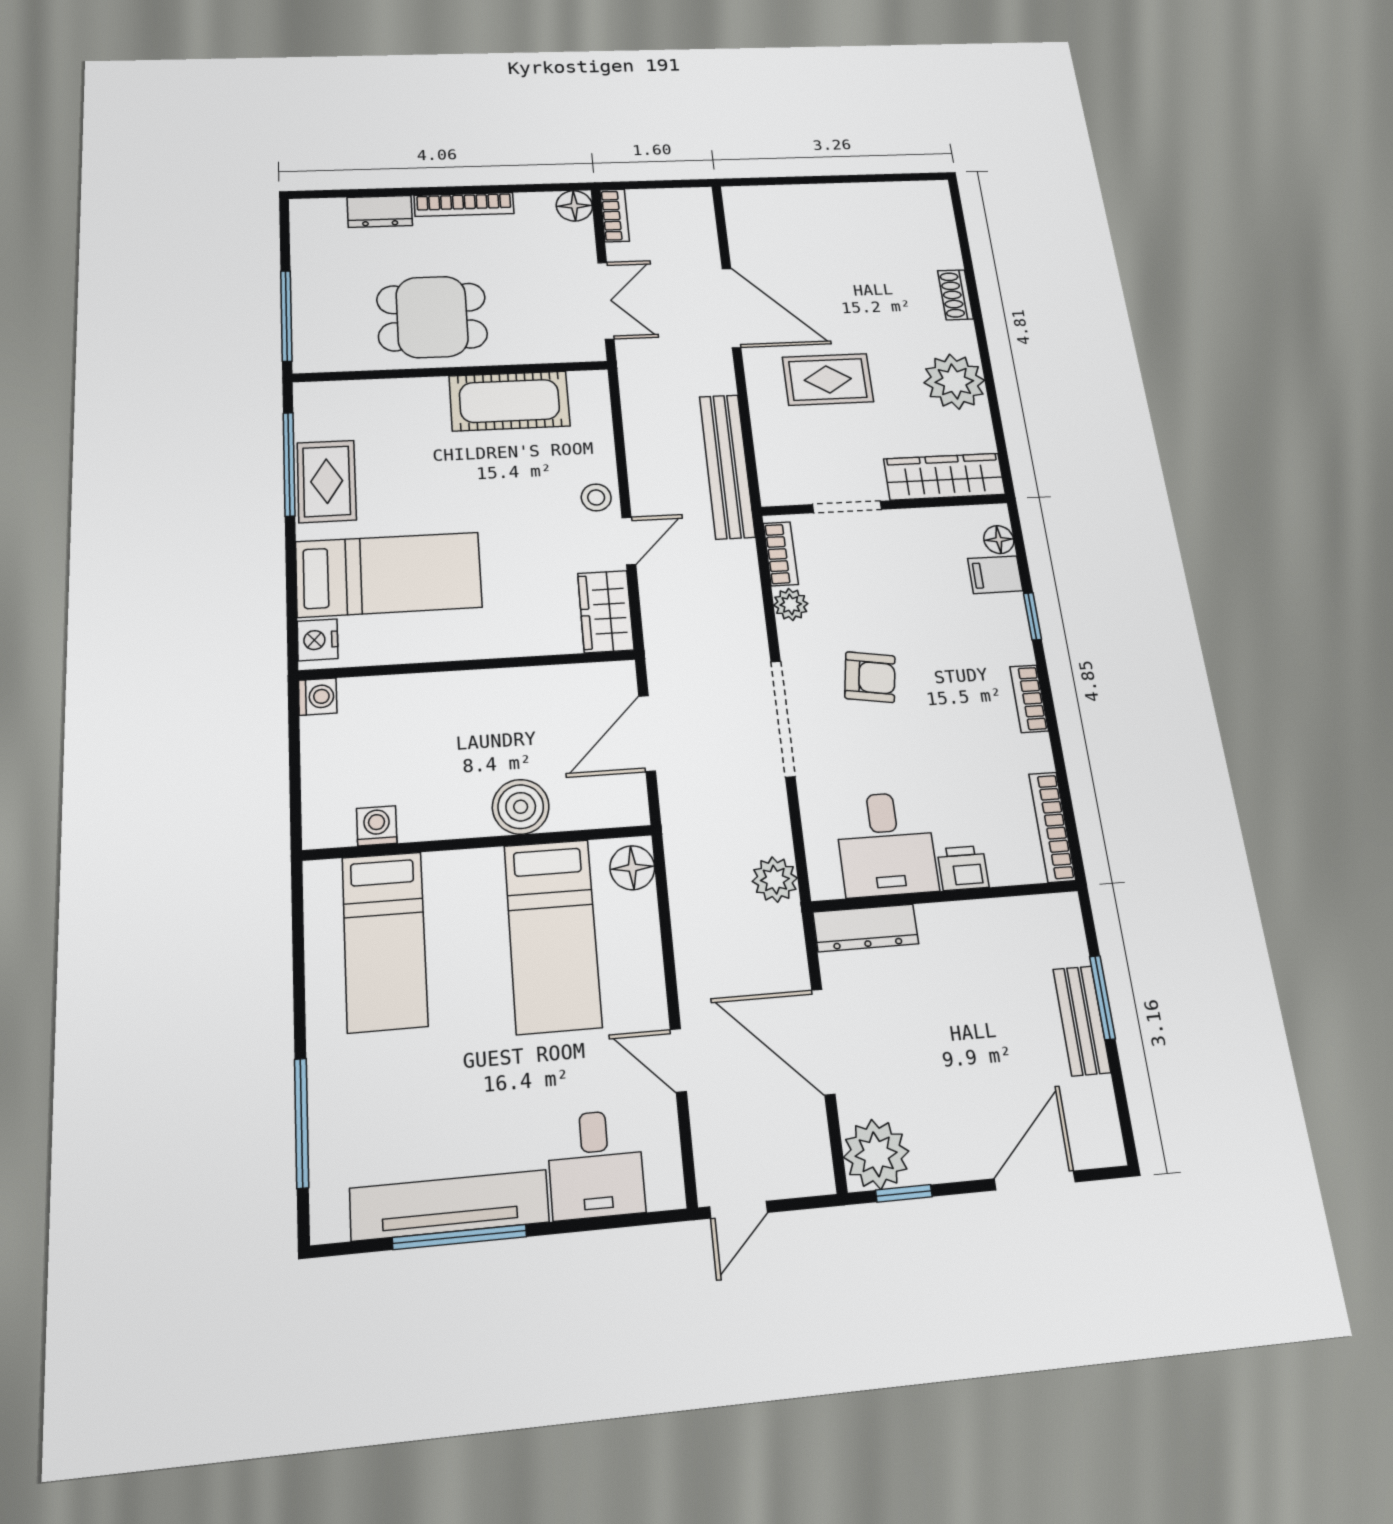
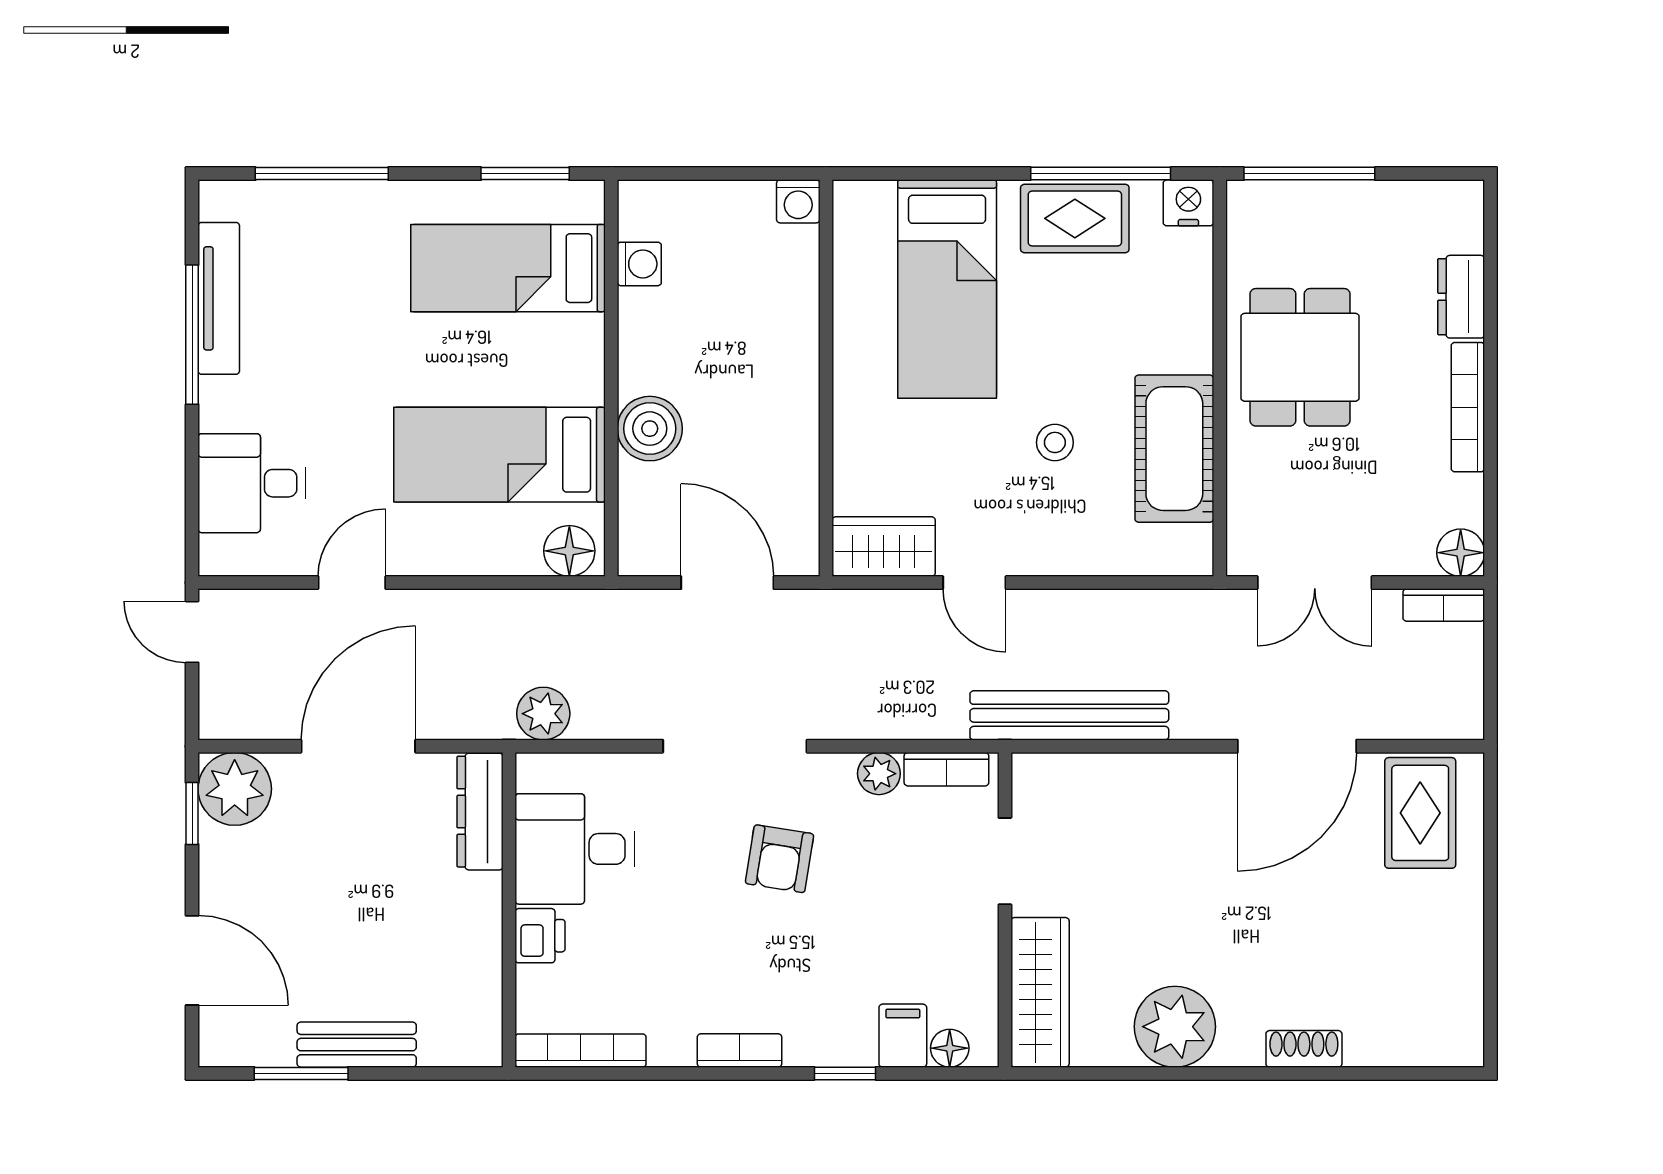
rug: (828, 379) -> (1420, 813), moved
stool: (596, 497) -> (1055, 442), moved
nightstand: (318, 640) -> (1188, 203), moved
window: (298, 932) -> (525, 174), added
window: (1102, 997) -> (301, 1073), moved
tv unit: (450, 1205) -> (219, 298), width x0.73, depth x0.78

